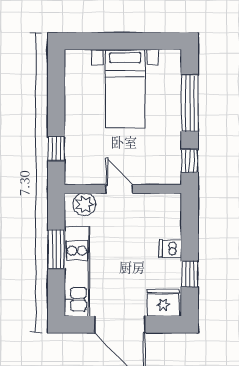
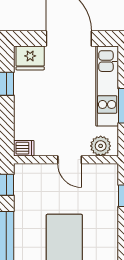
dishwasher: (170, 248) -> (24, 148), moved

